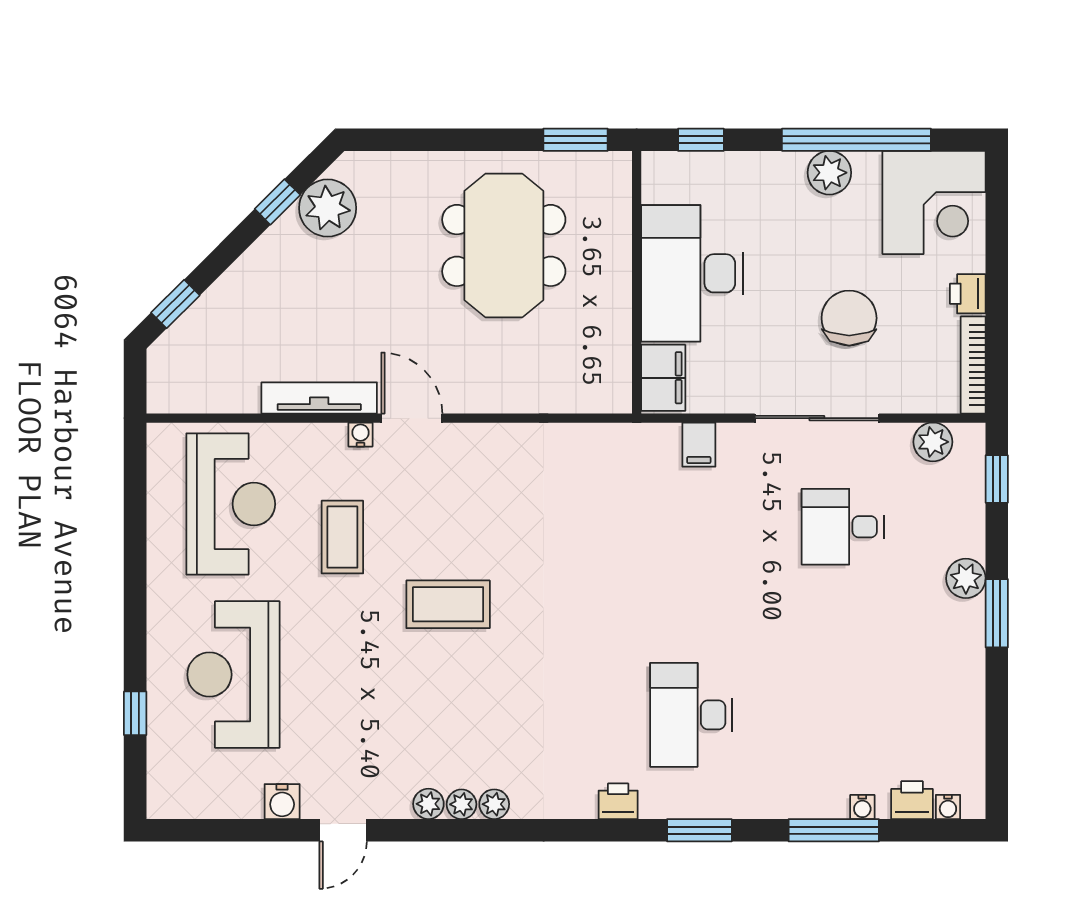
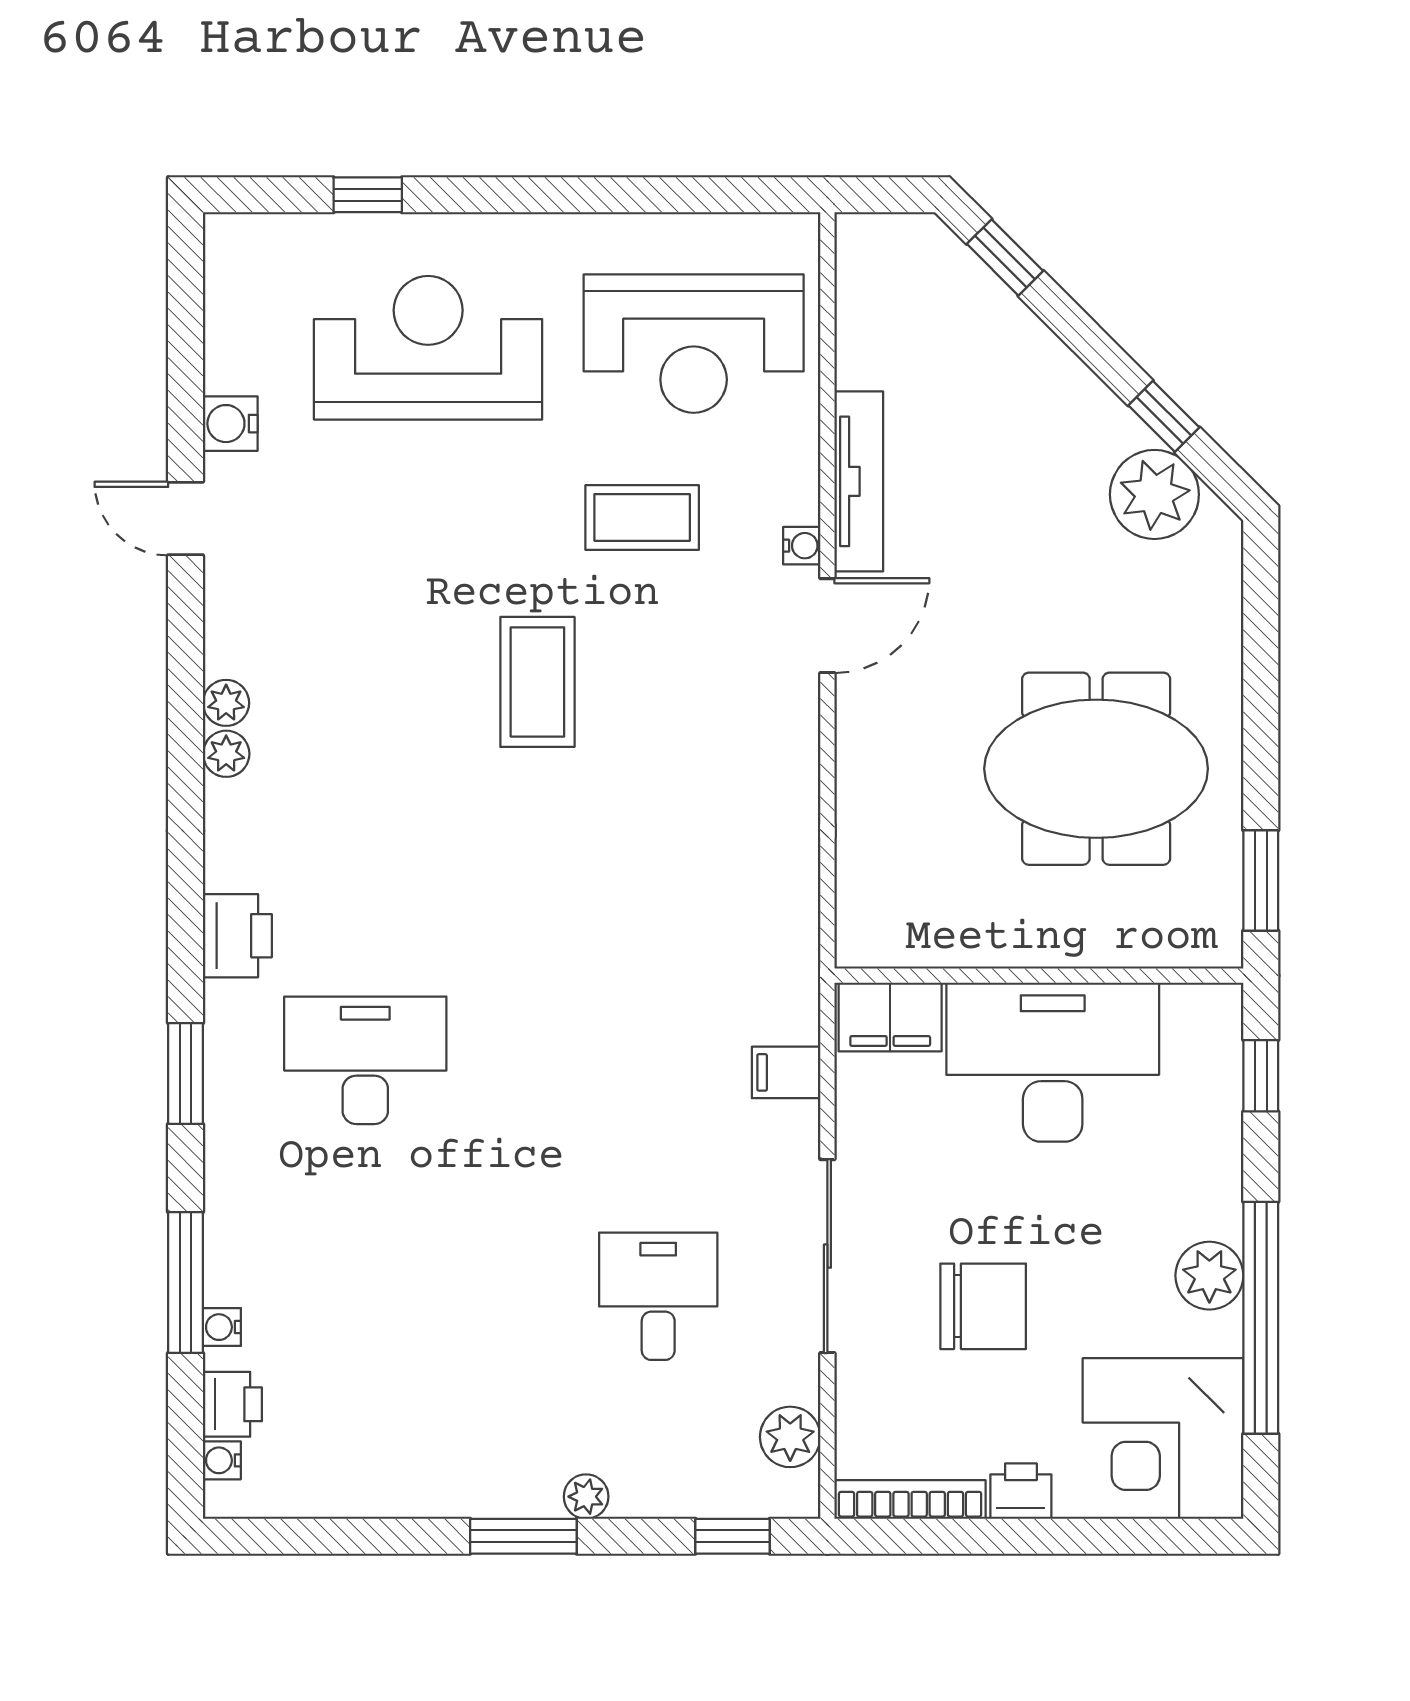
plant: (966, 578) -> (586, 1497), width x0.73, depth x0.73
printer: (618, 801) -> (237, 936), width x1.36, depth x1.24
plant: (428, 804) -> (227, 652), removed

